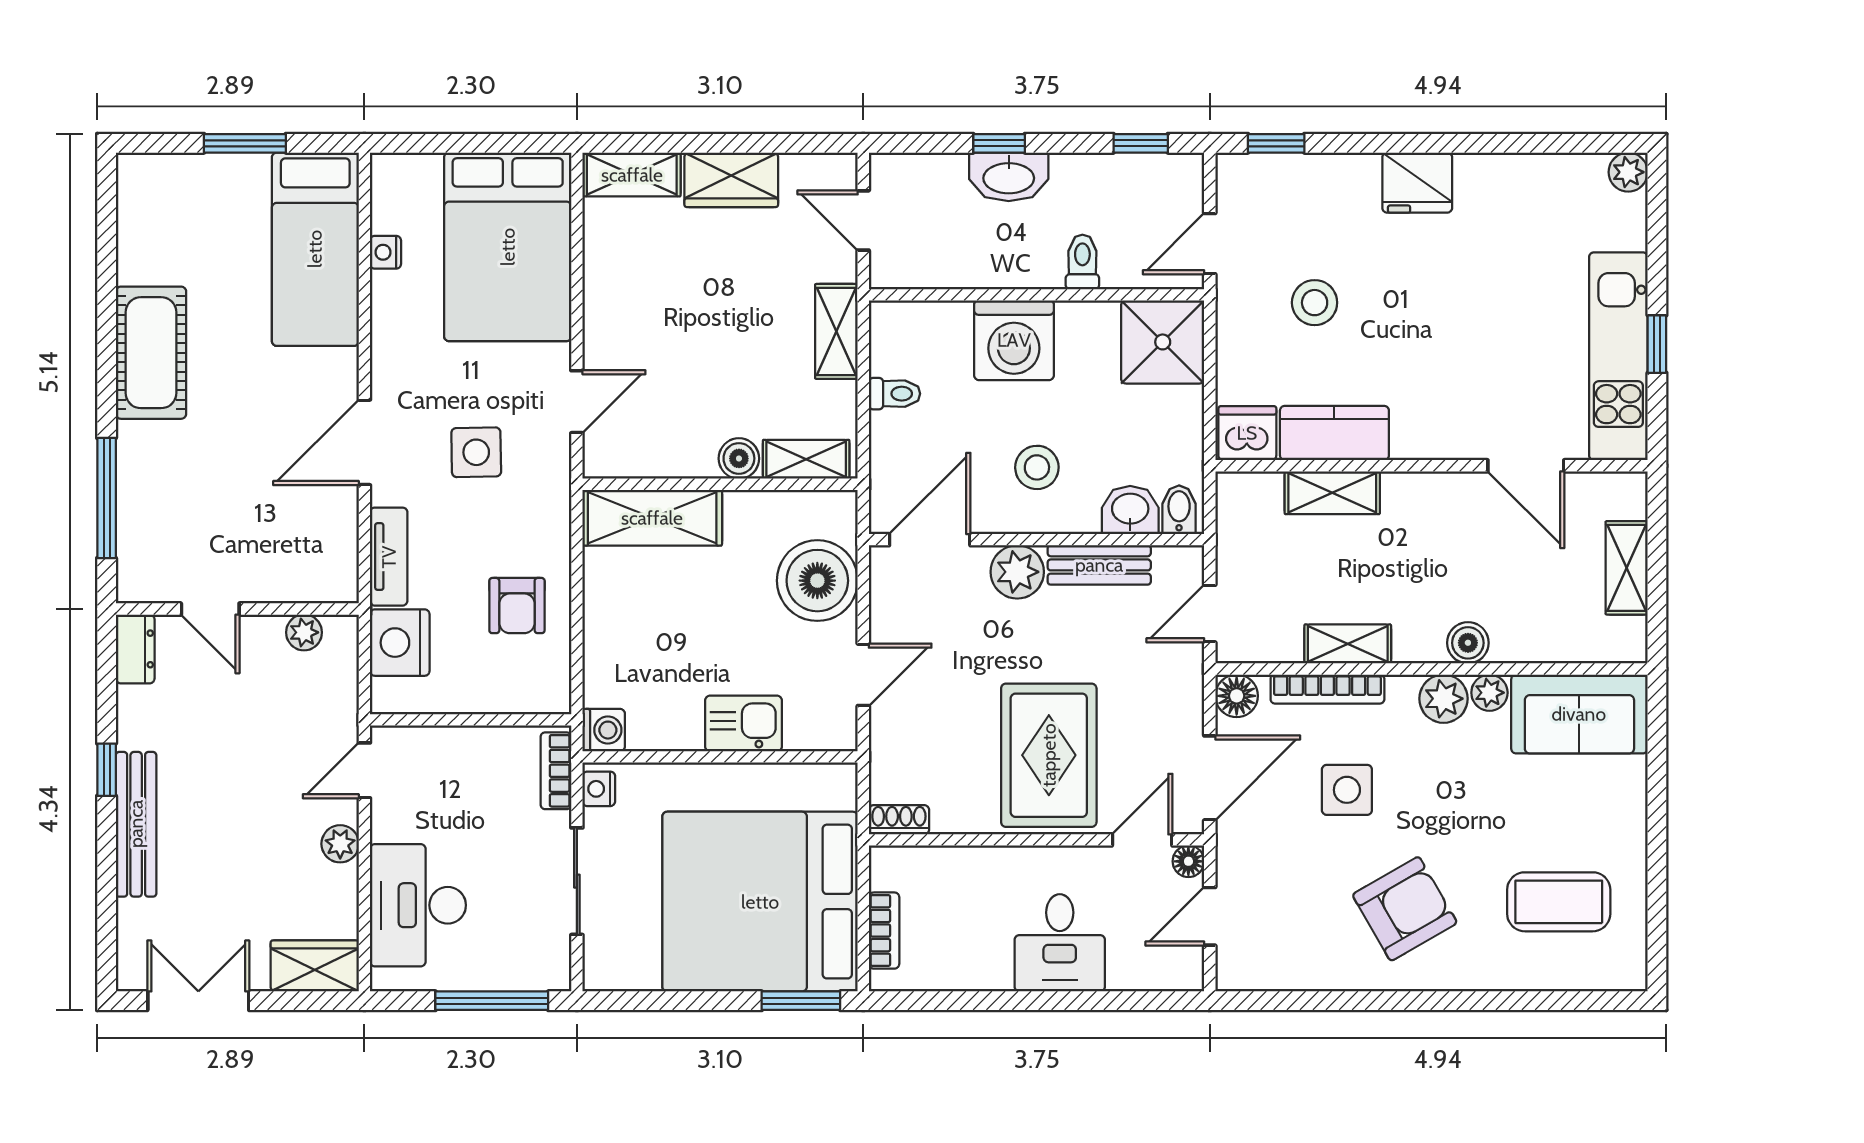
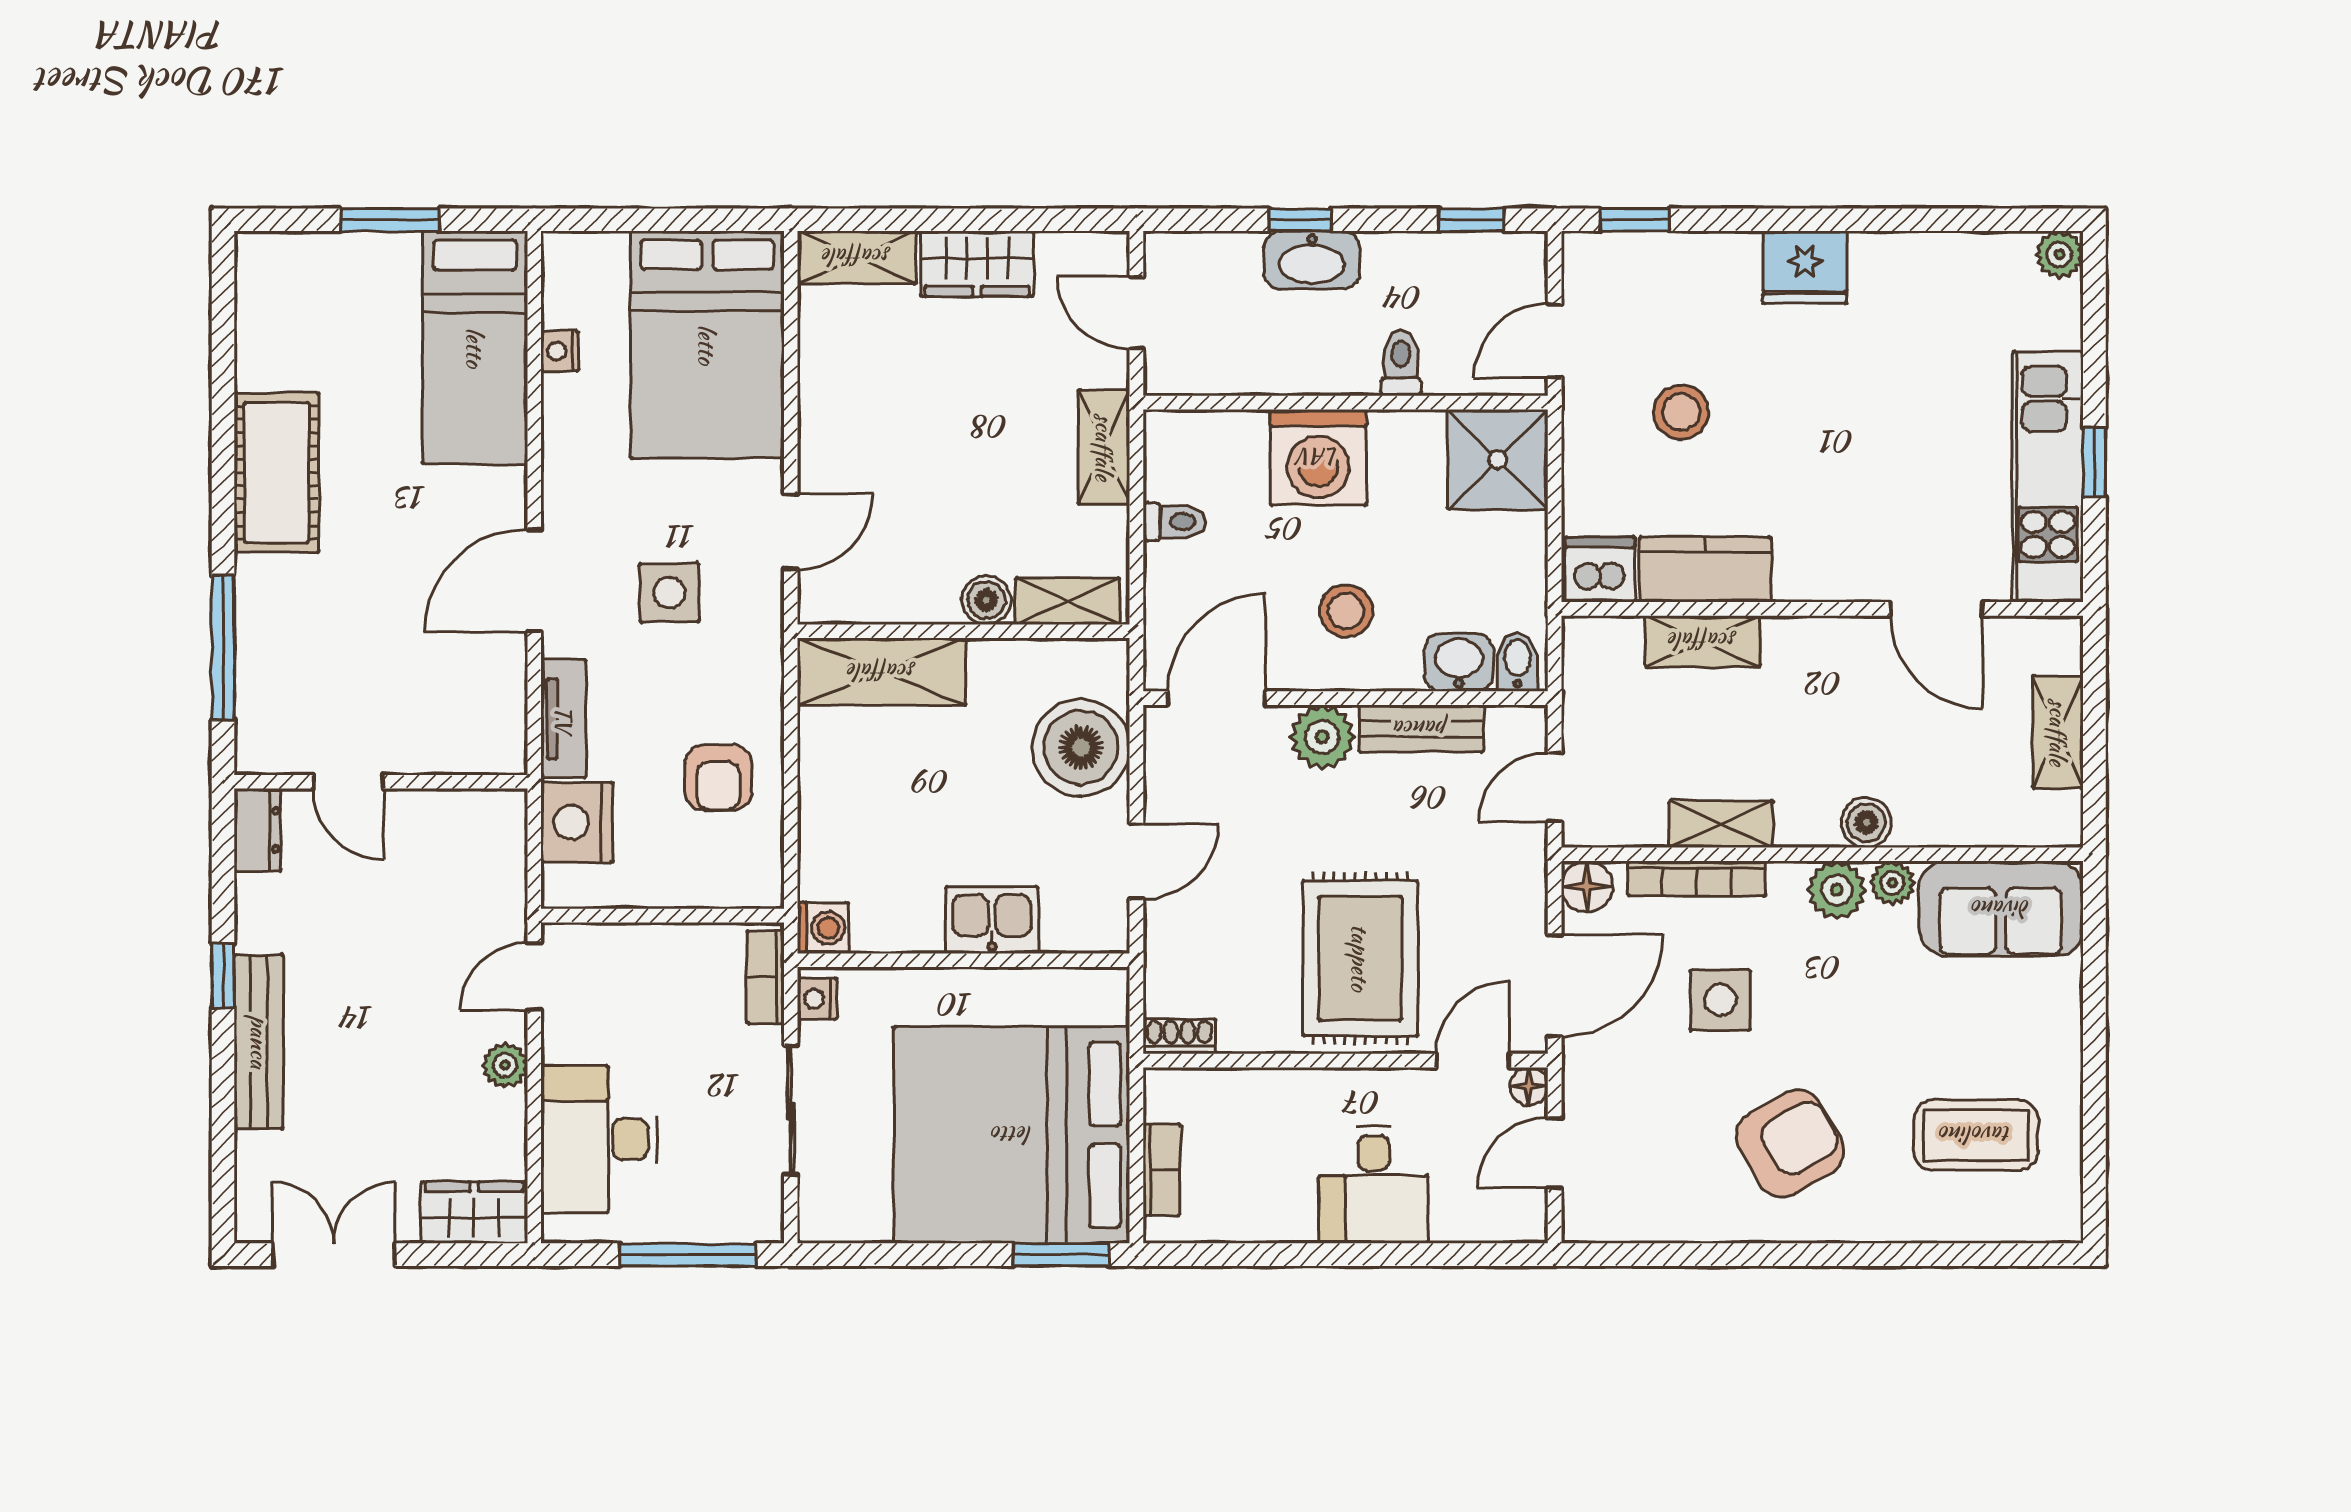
plant: (304, 632) -> (461, 810), removed

